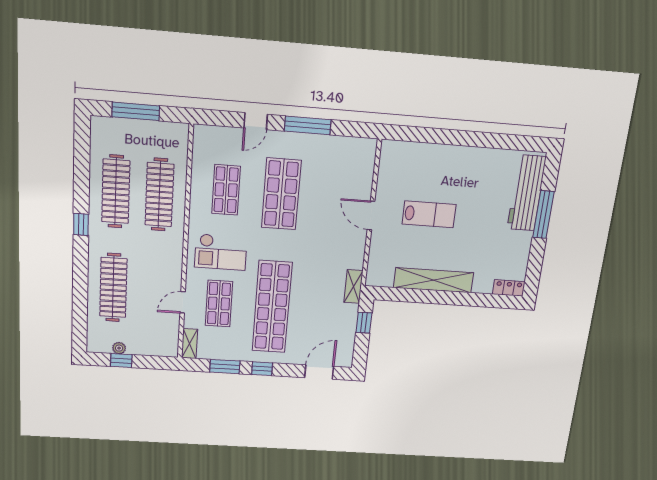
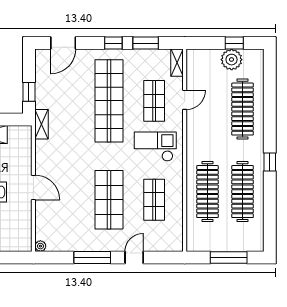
plant: (370, 145) -> (40, 246), added
plant: (119, 348) -> (232, 60), width x1.88, depth x1.88

